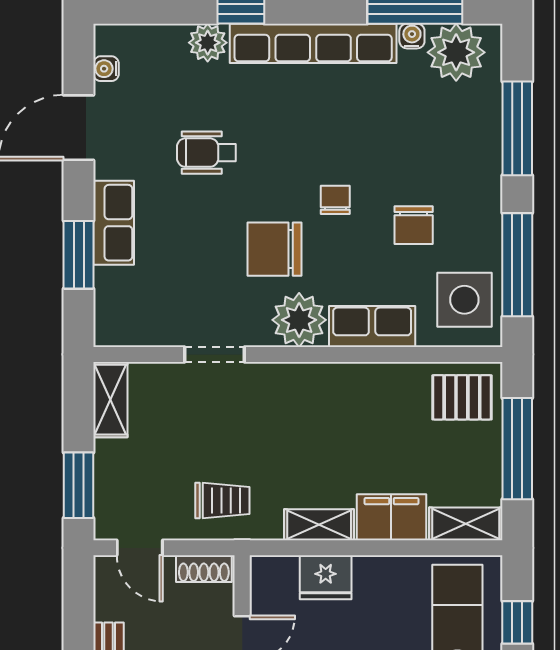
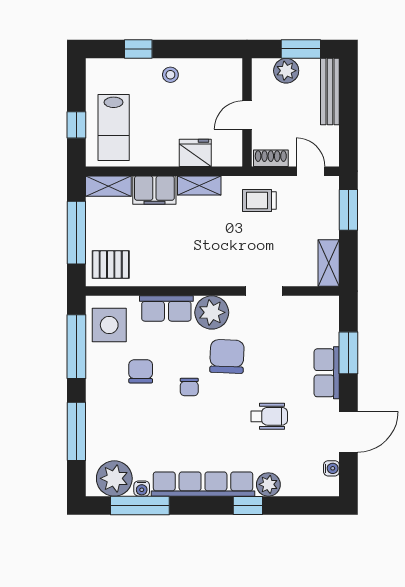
chair: (275, 249) -> (227, 356), turned -88

